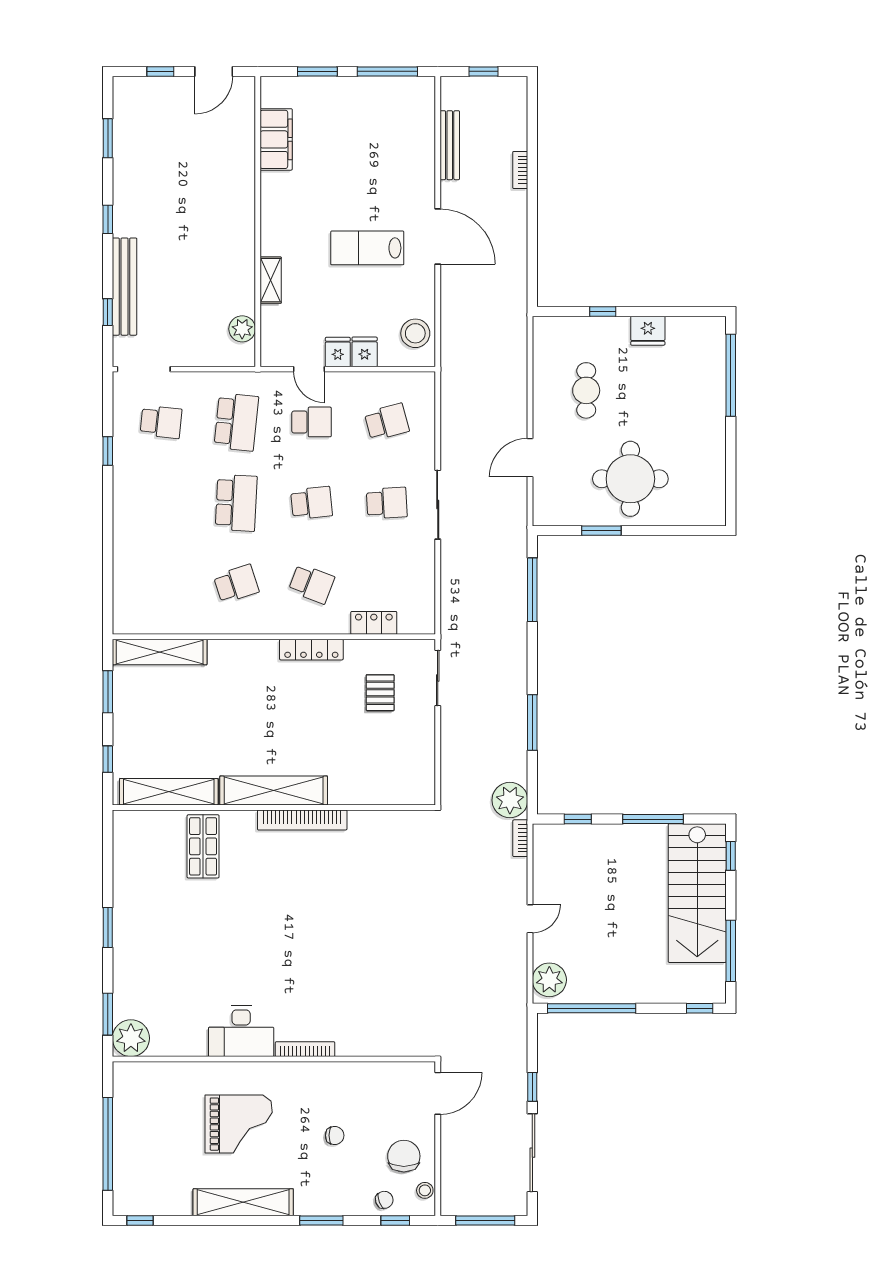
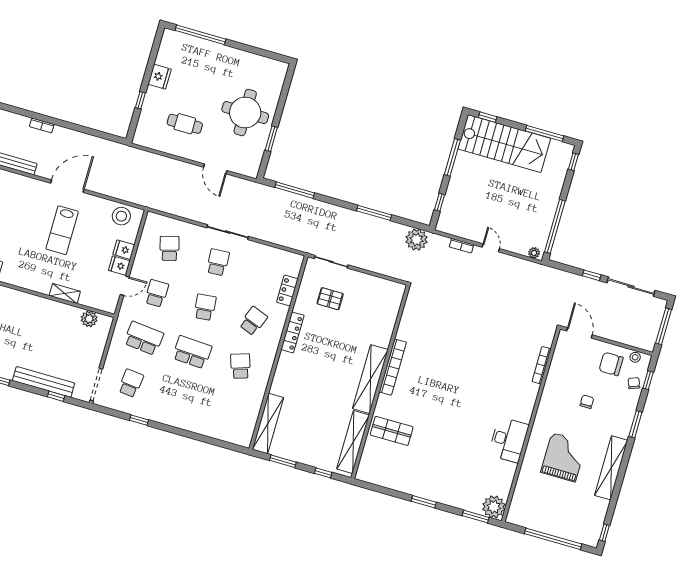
bookcase: (520, 838) -> (461, 246), moved
plant: (549, 980) -> (534, 253), width x0.53, depth x0.53
bookcase: (305, 1049) -> (542, 365), moved

